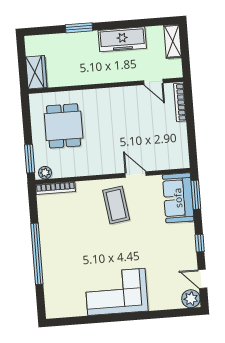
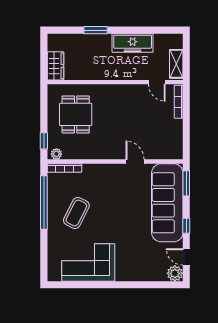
shelving: (173, 41) -> (176, 64), moved
window: (30, 159) -> (44, 141), width x0.67
sofa: (178, 198) -> (167, 203), width x1.85, depth x1.27
coffee table: (116, 205) -> (76, 213), moved, turned 35
window: (37, 254) -> (44, 202), moved
corner sofa: (116, 292) -> (88, 263), moved

